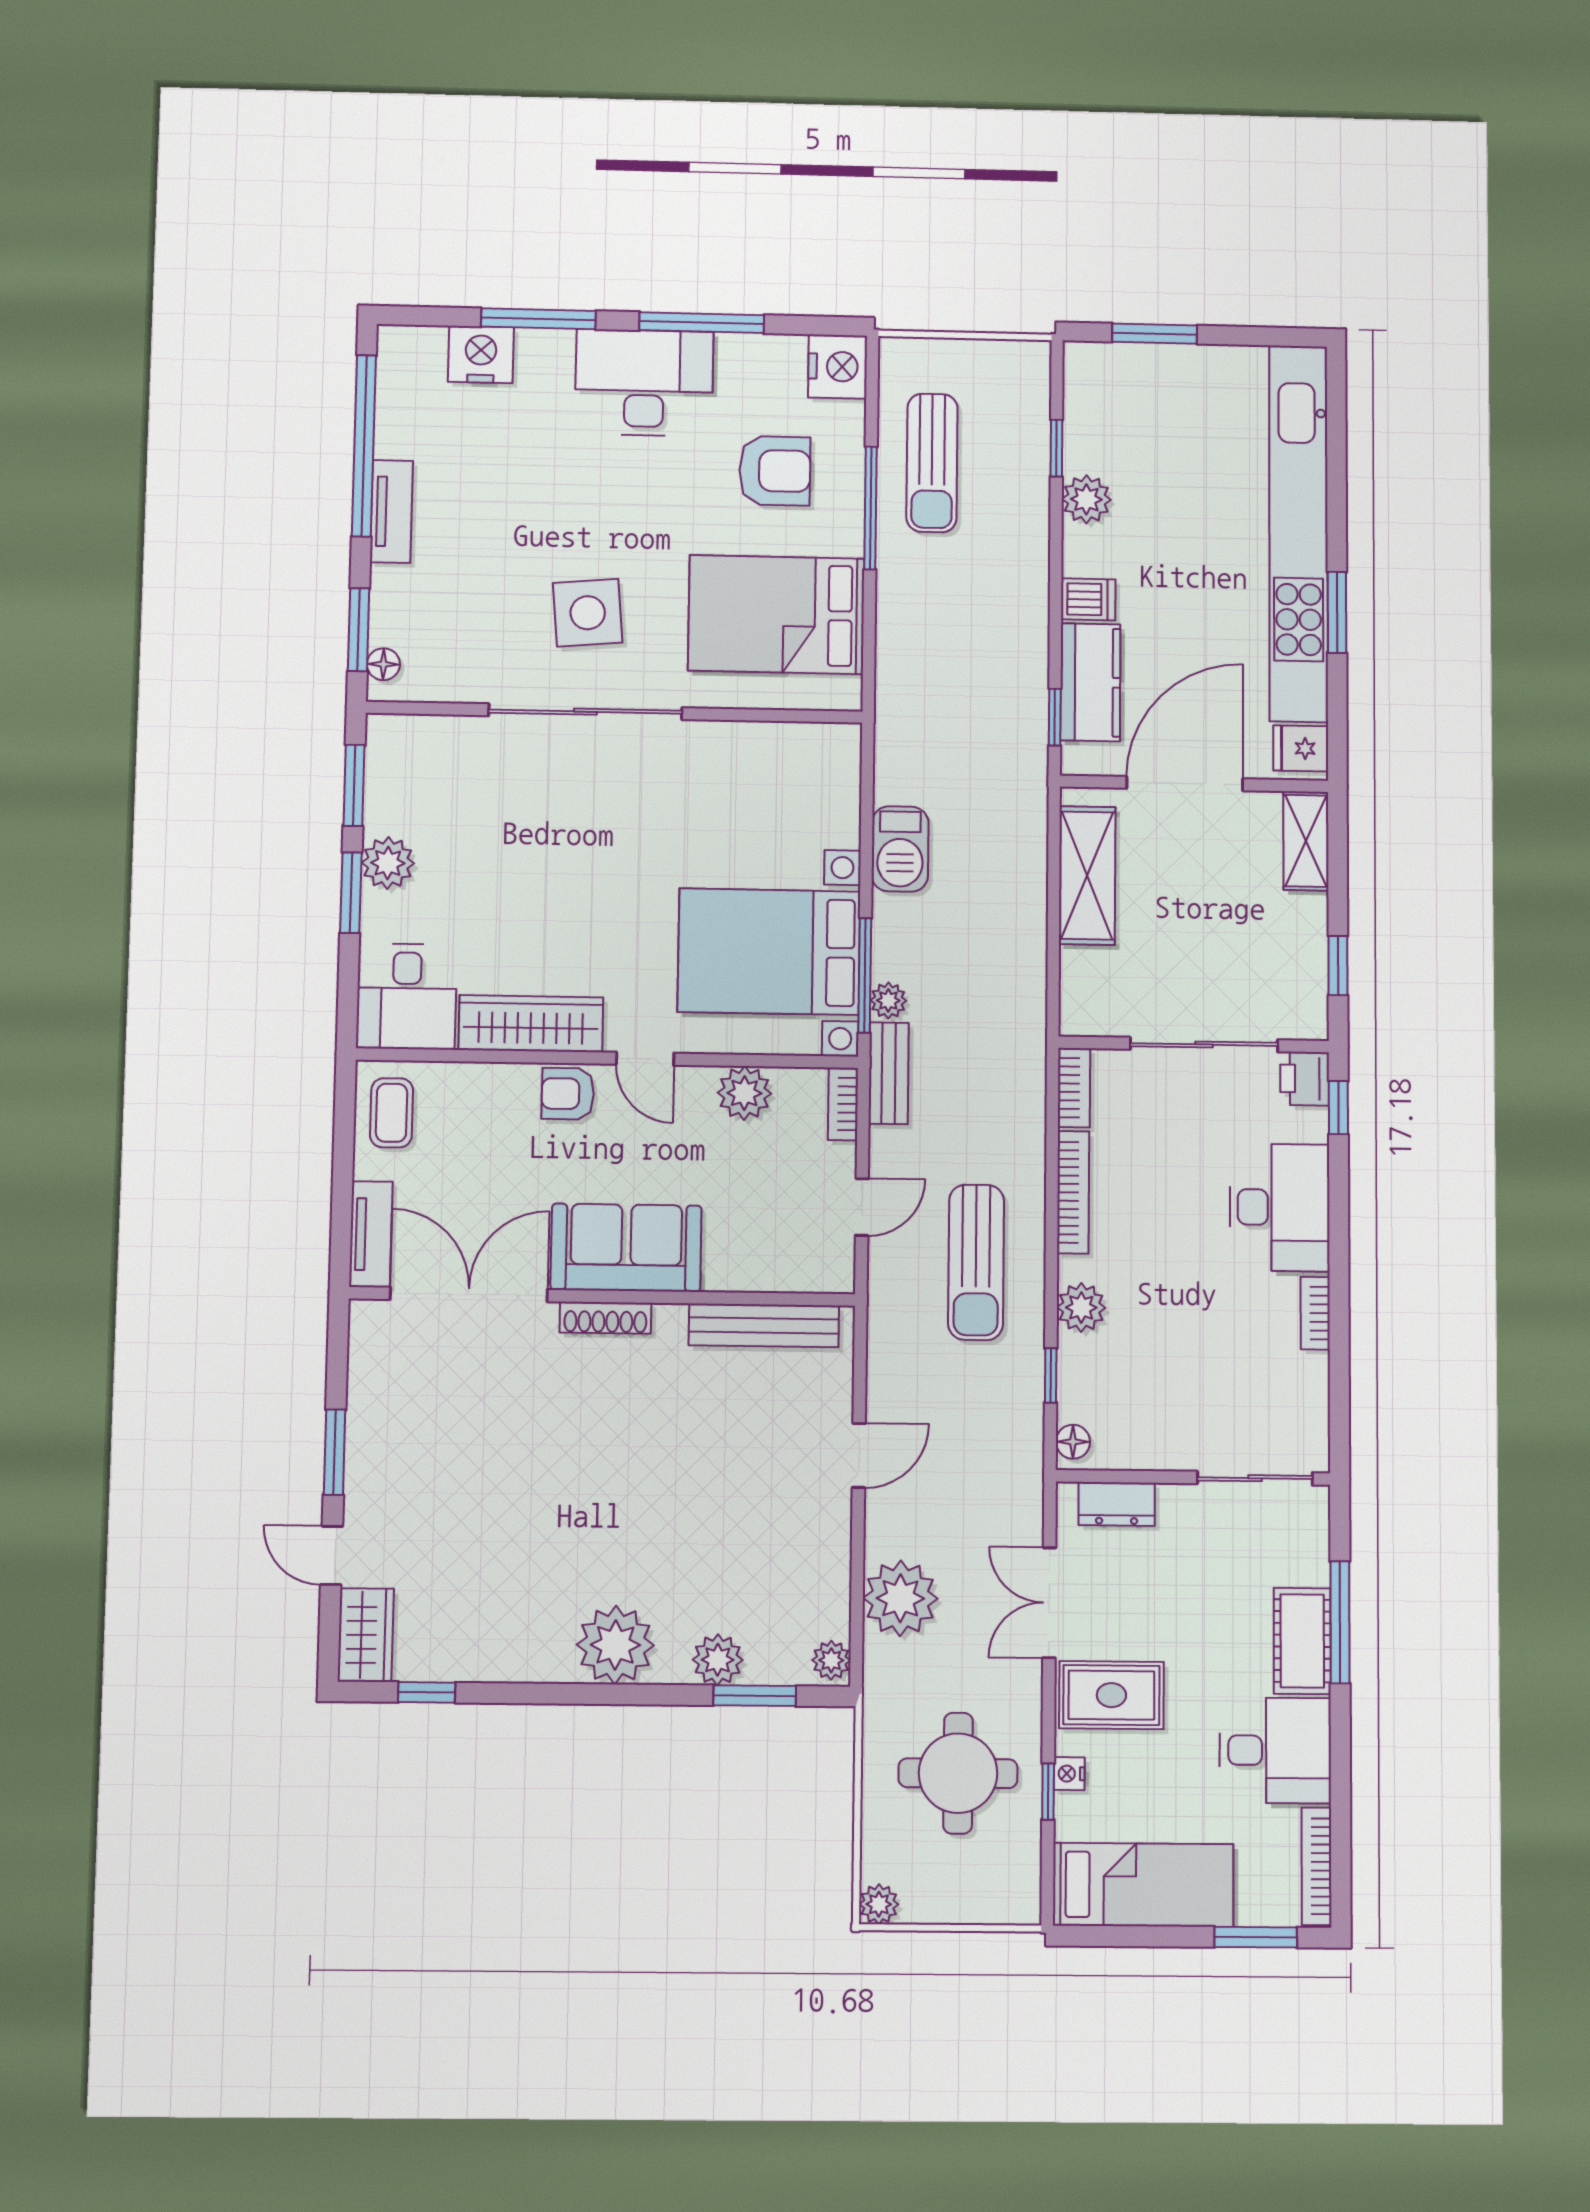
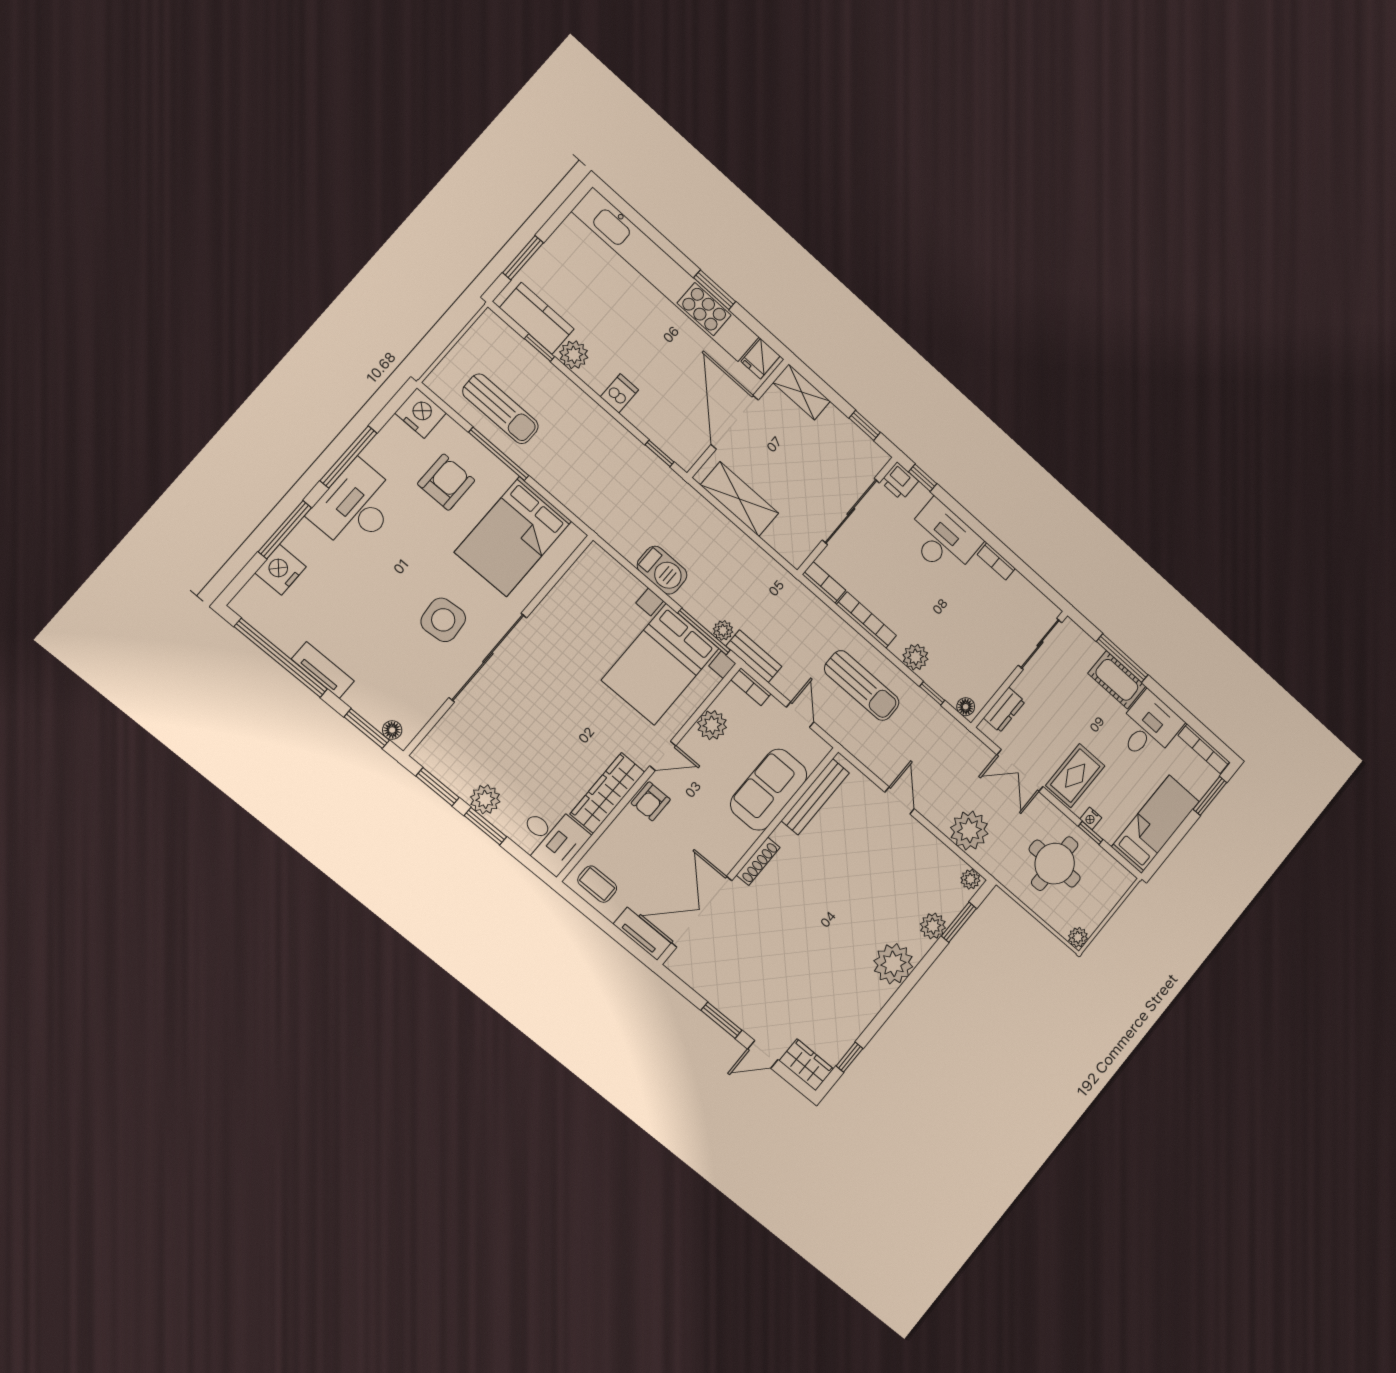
kitchen counter: (1090, 682) -> (537, 318), moved
sofa: (626, 1248) -> (769, 790), moved

